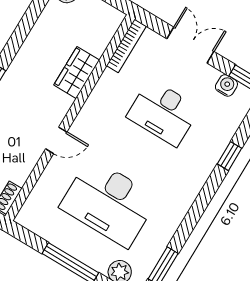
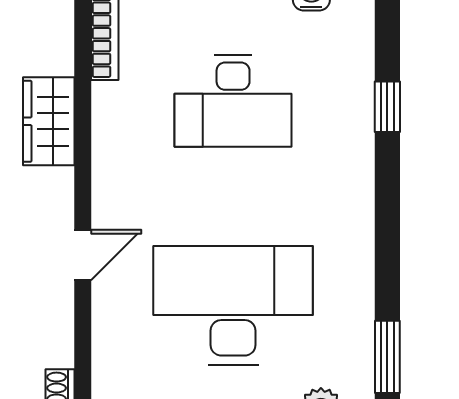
desk: (109, 203) -> (233, 306), turned 180

